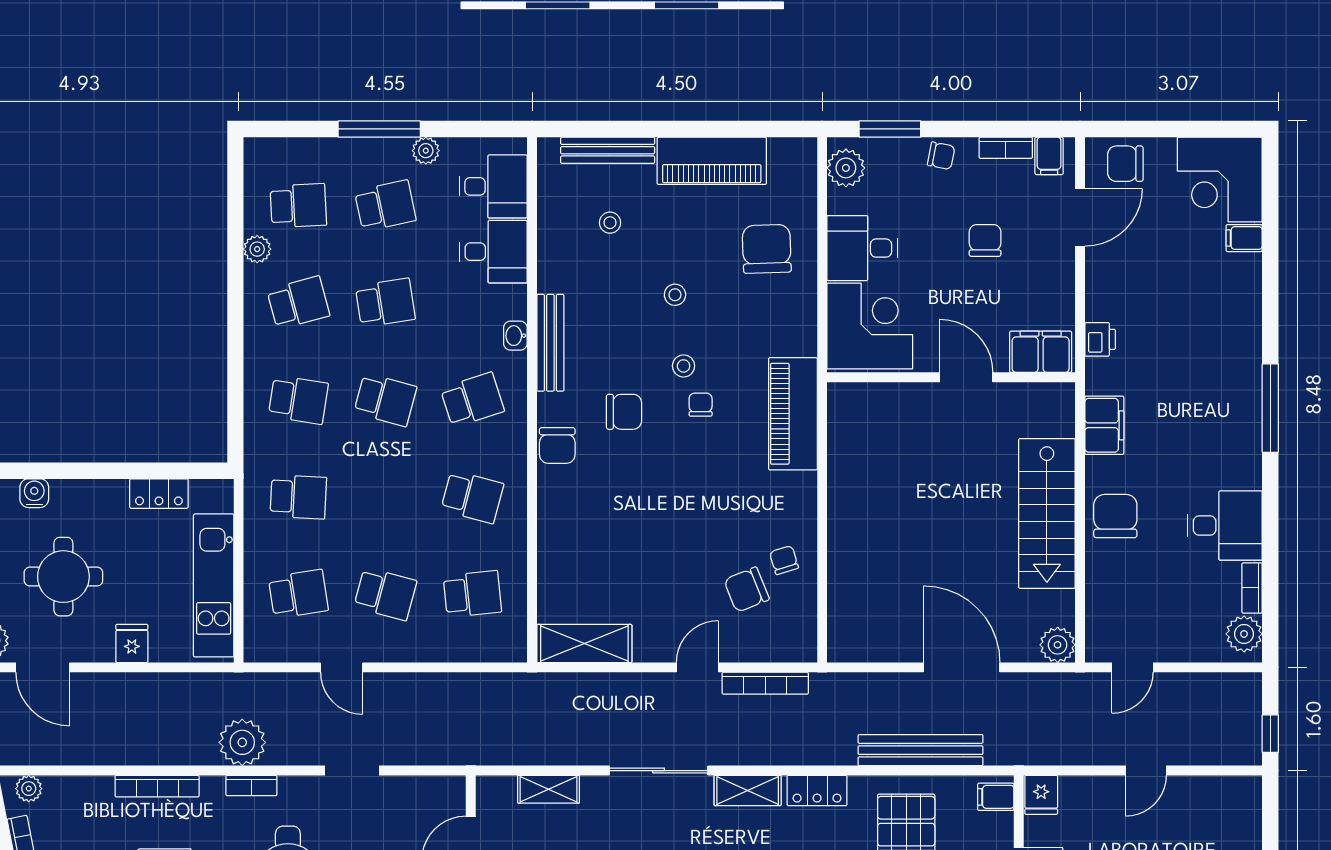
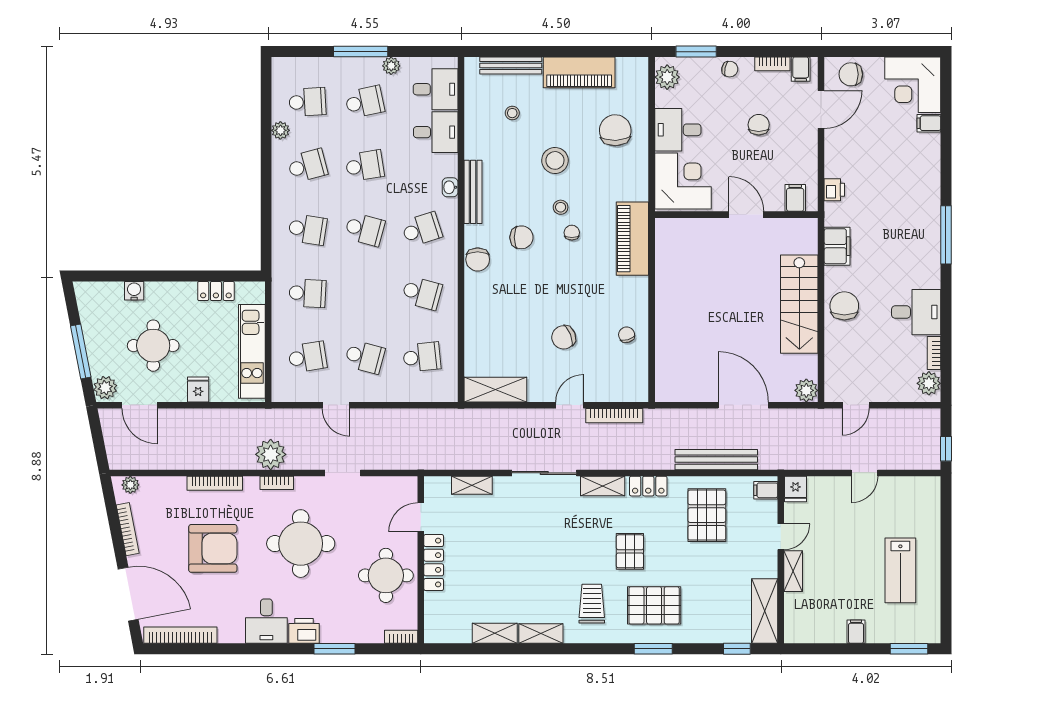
stool: (675, 295) -> (555, 160), width x1.89, depth x1.89
filing cabinet: (1041, 352) -> (795, 198), width x0.50
chair: (747, 590) -> (564, 337), moved

